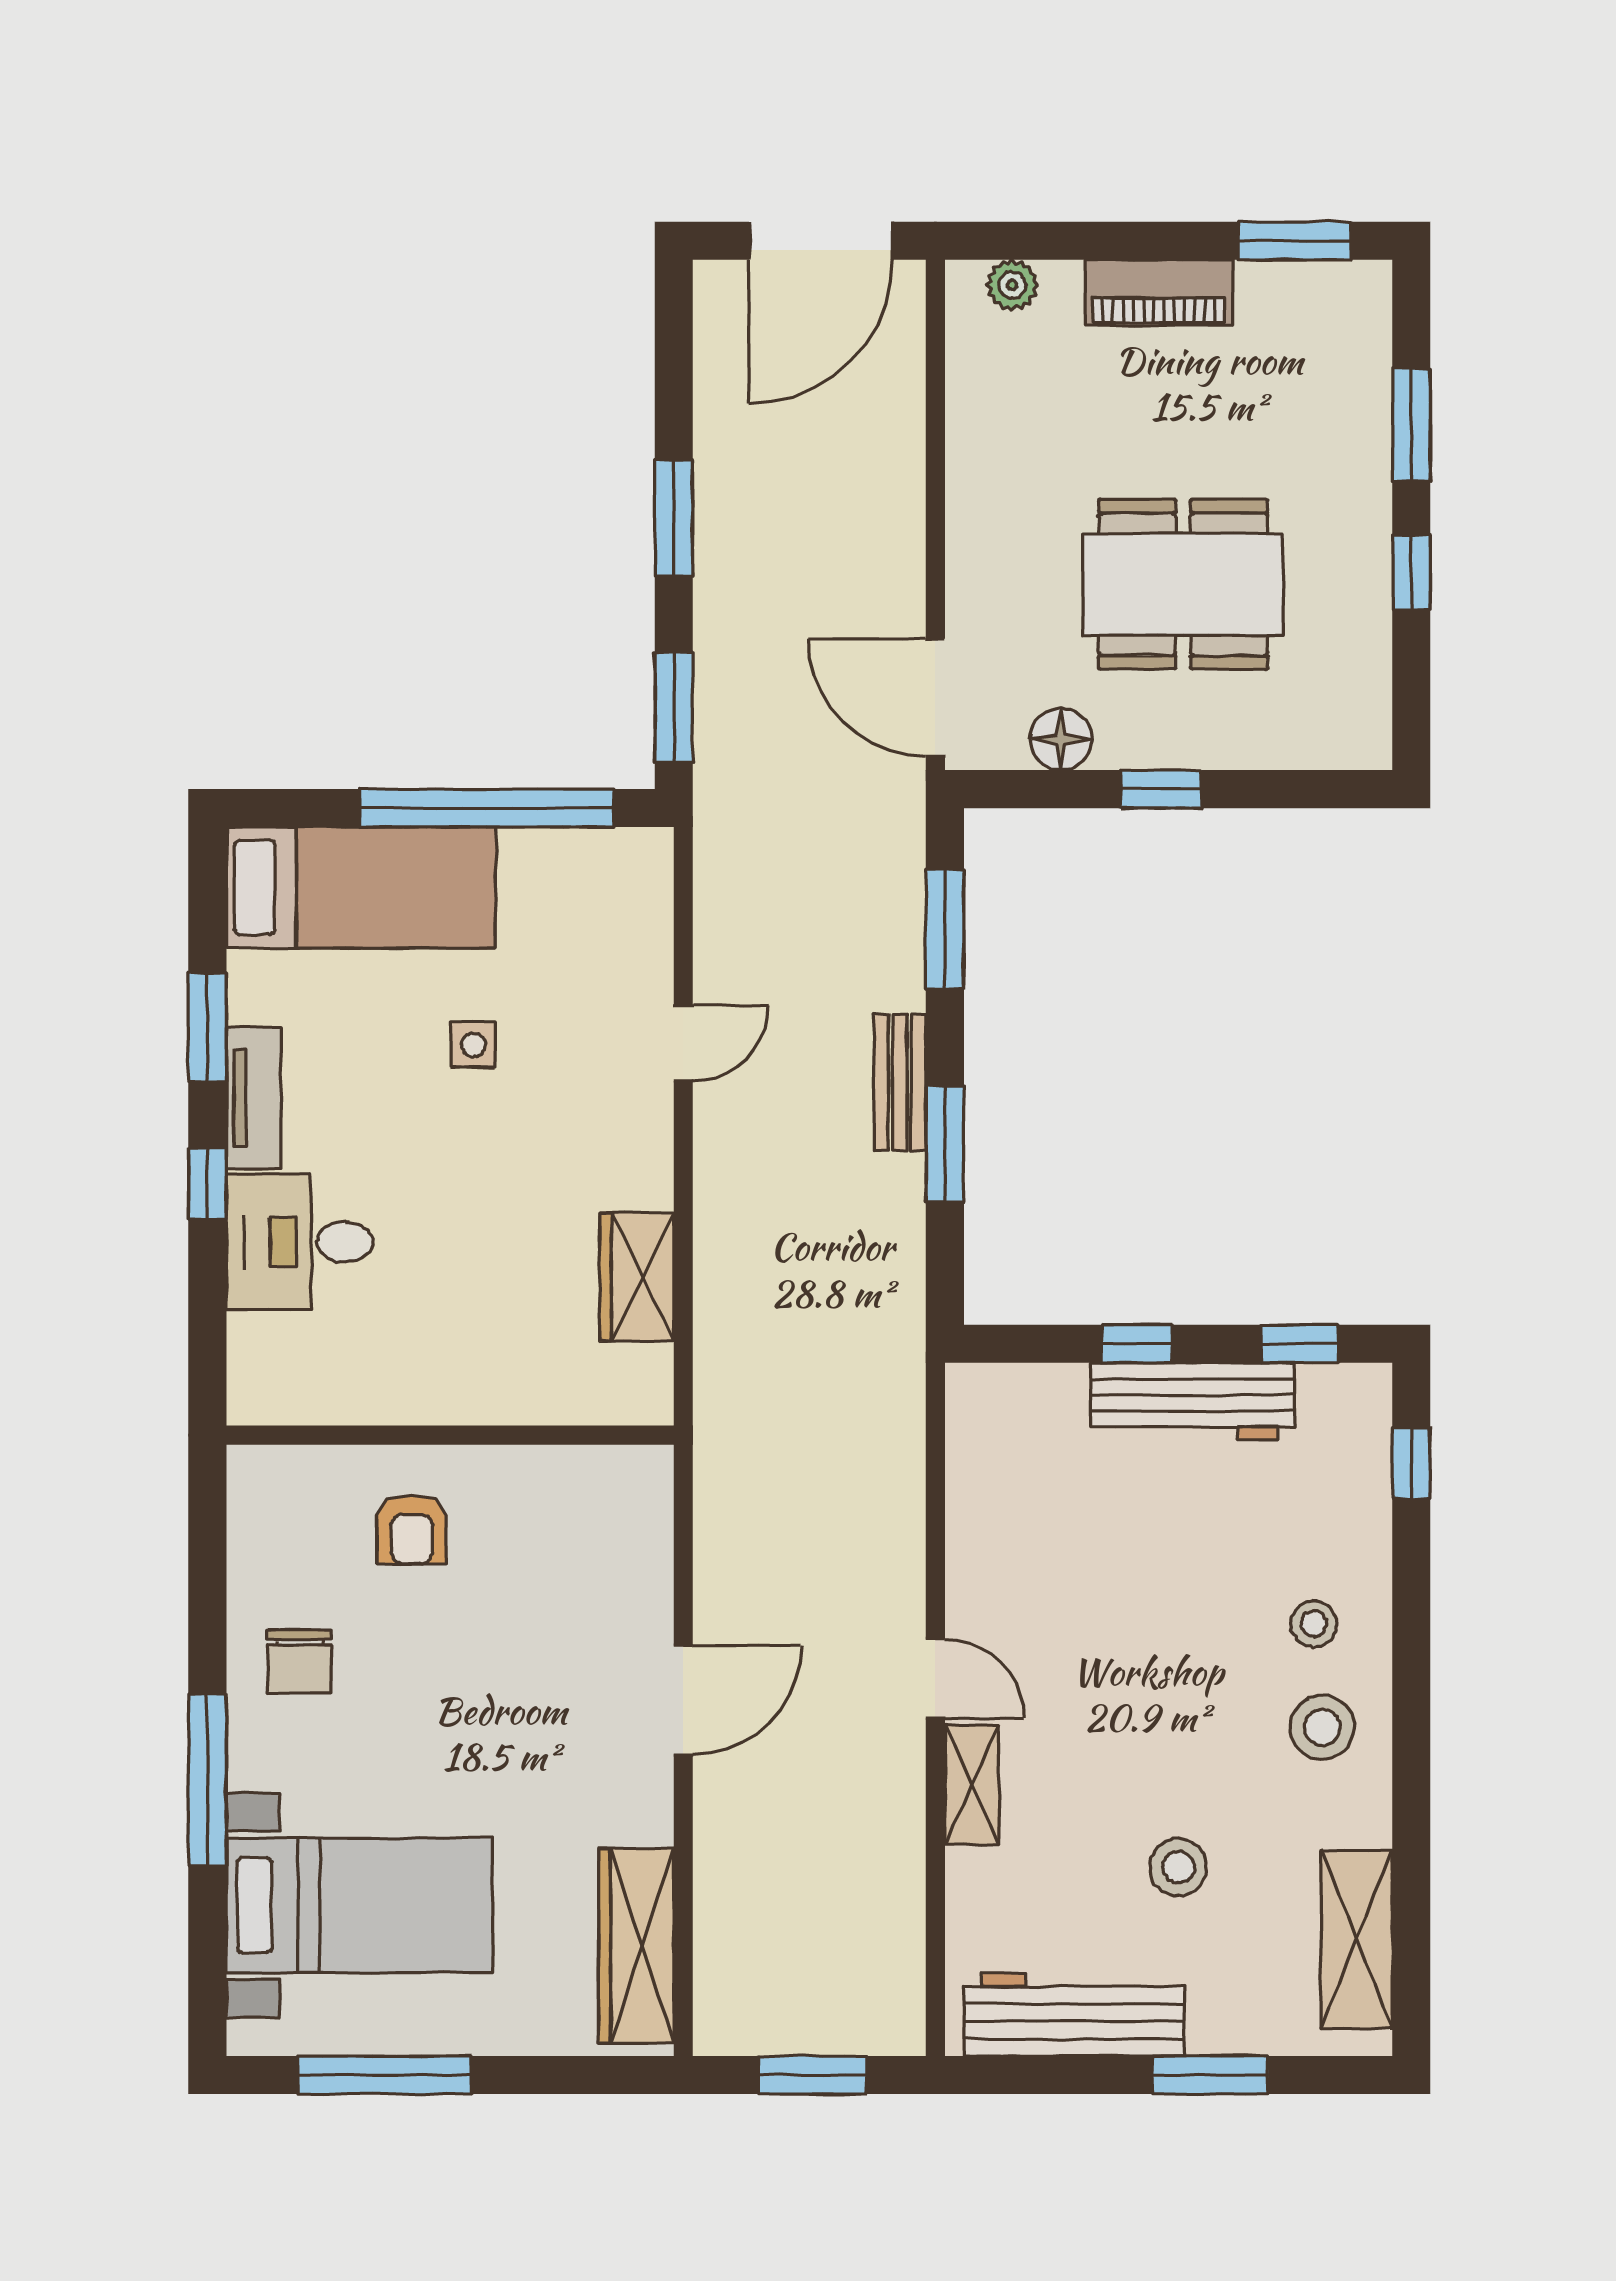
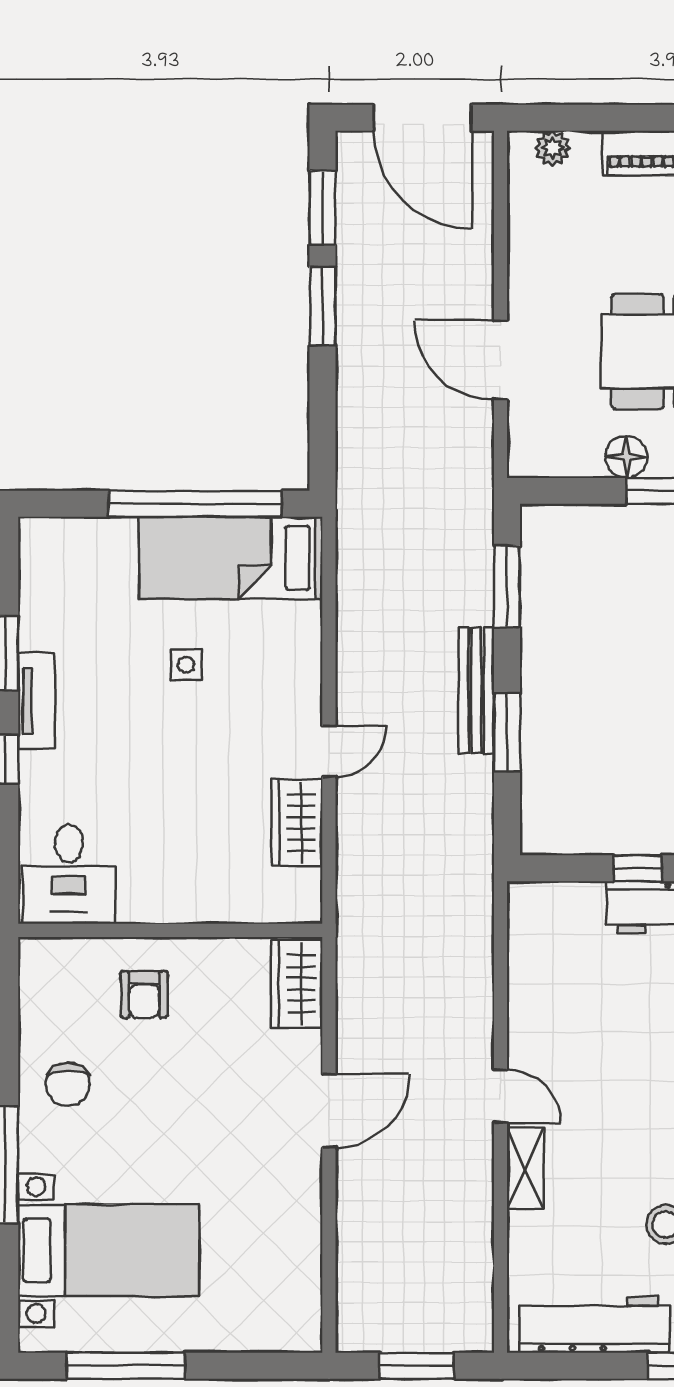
door: (821, 241) -> (422, 118), hinge flipped
door: (935, 697) -> (500, 360), moved
window: (674, 707) -> (322, 208), moved
floor lamp: (1061, 739) -> (626, 457), moved
bed: (361, 888) -> (231, 558), moved, turned 180
door: (683, 1043) -> (329, 751), moved
bench: (900, 1082) -> (476, 690), width x1.36
desk: (300, 1242) -> (69, 874), moved, turned -90
wardrobe: (636, 1946) -> (297, 984), moved, width x0.67

